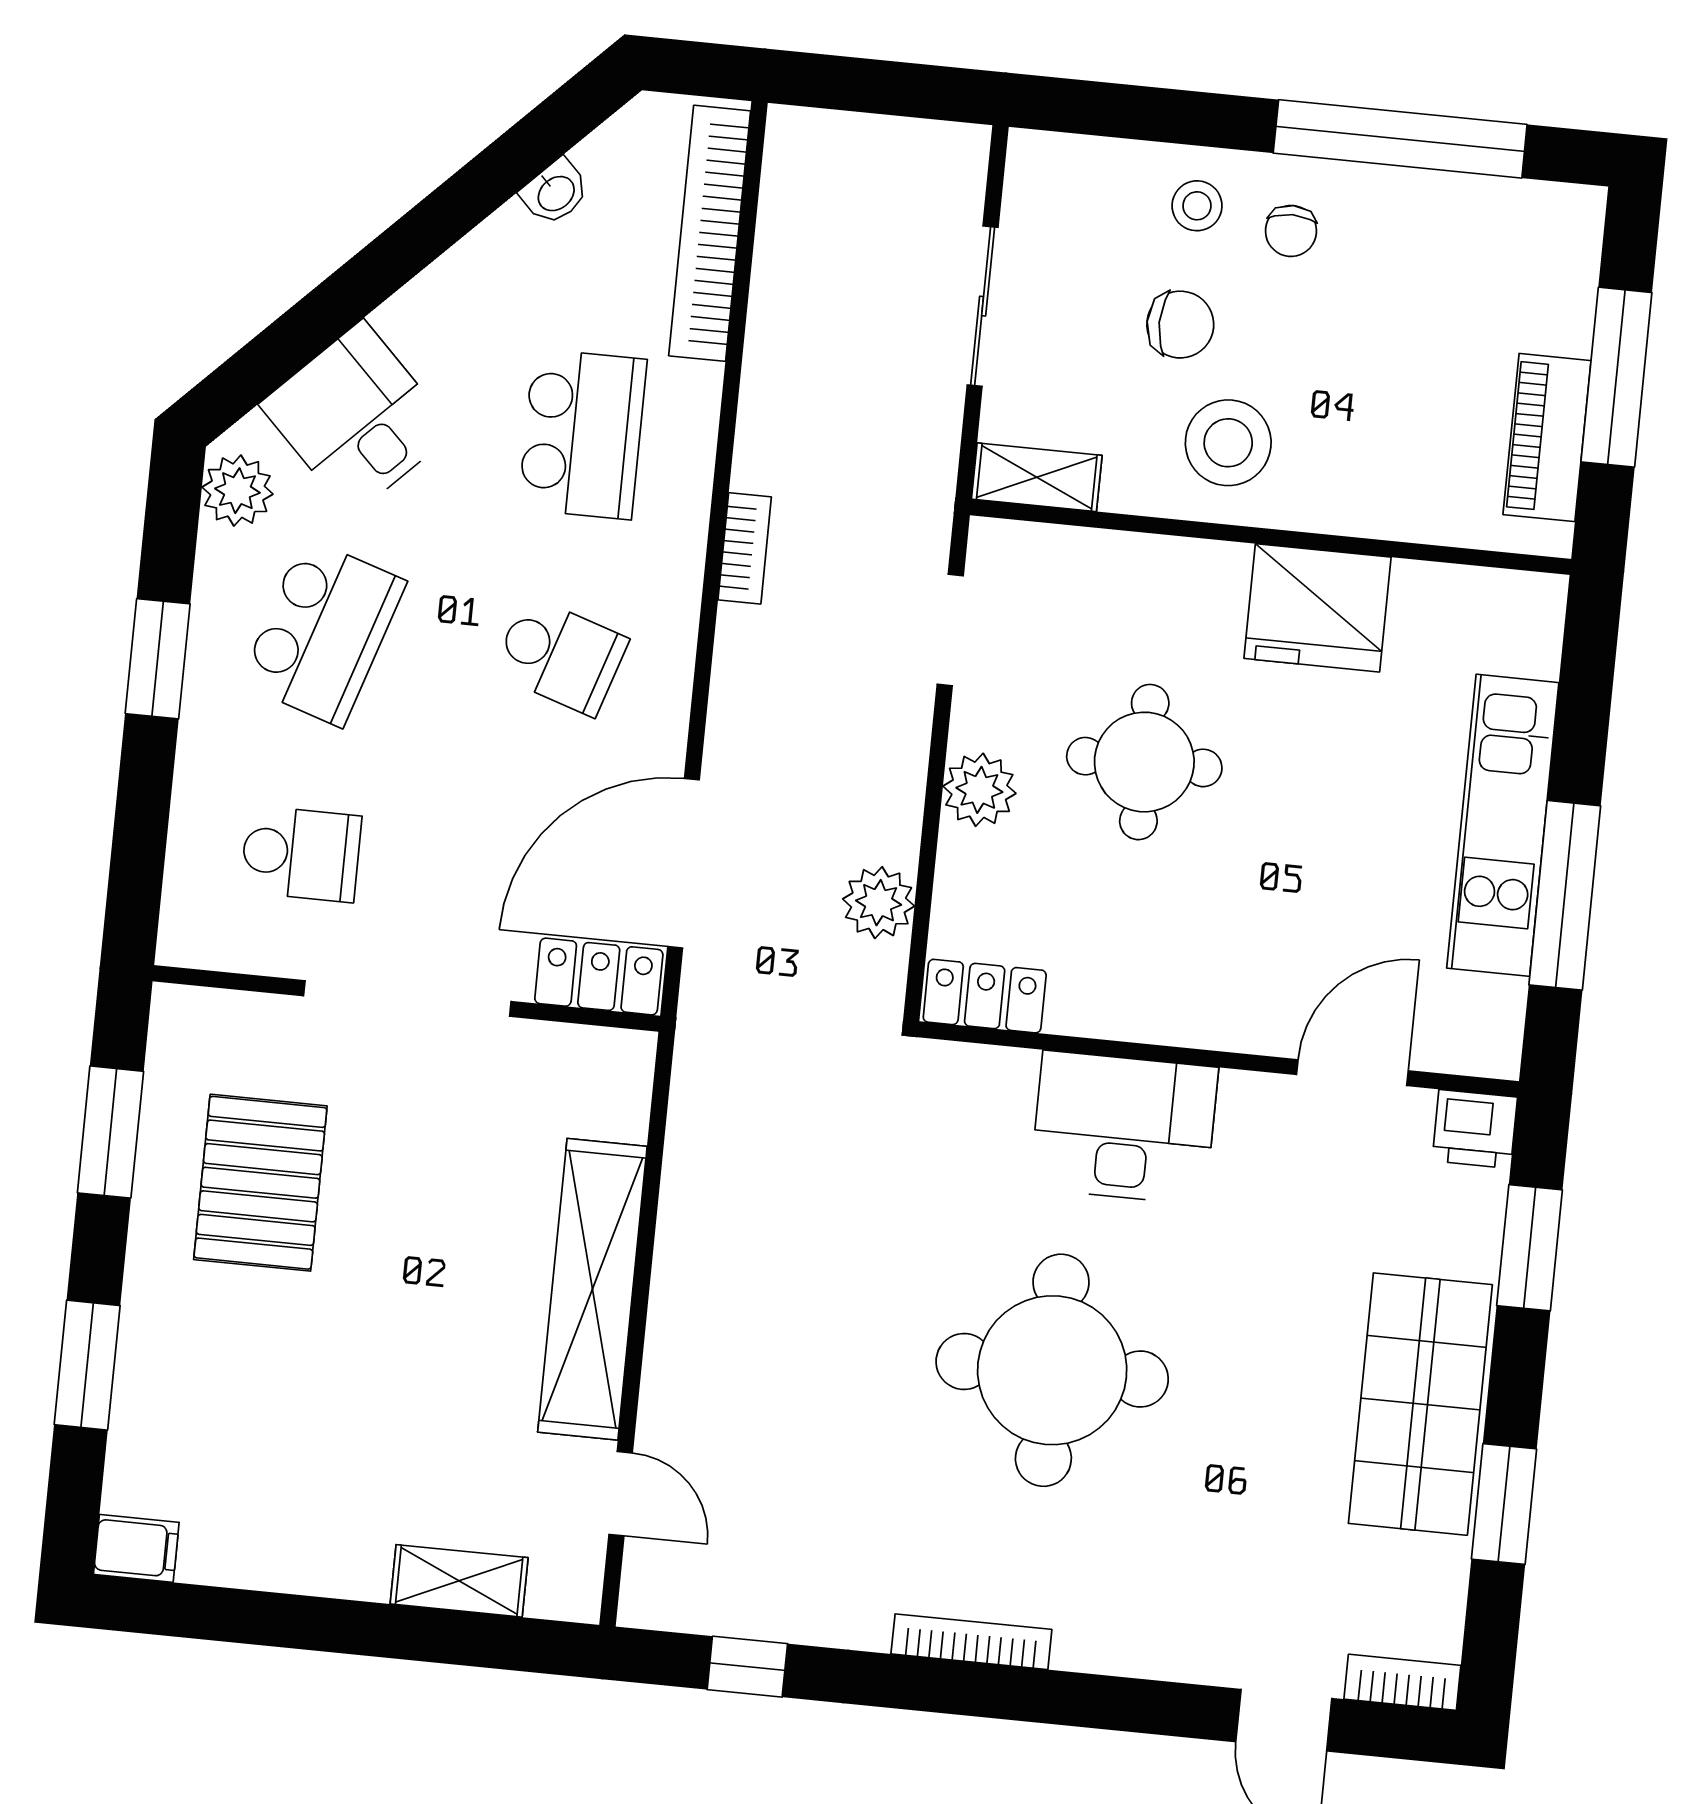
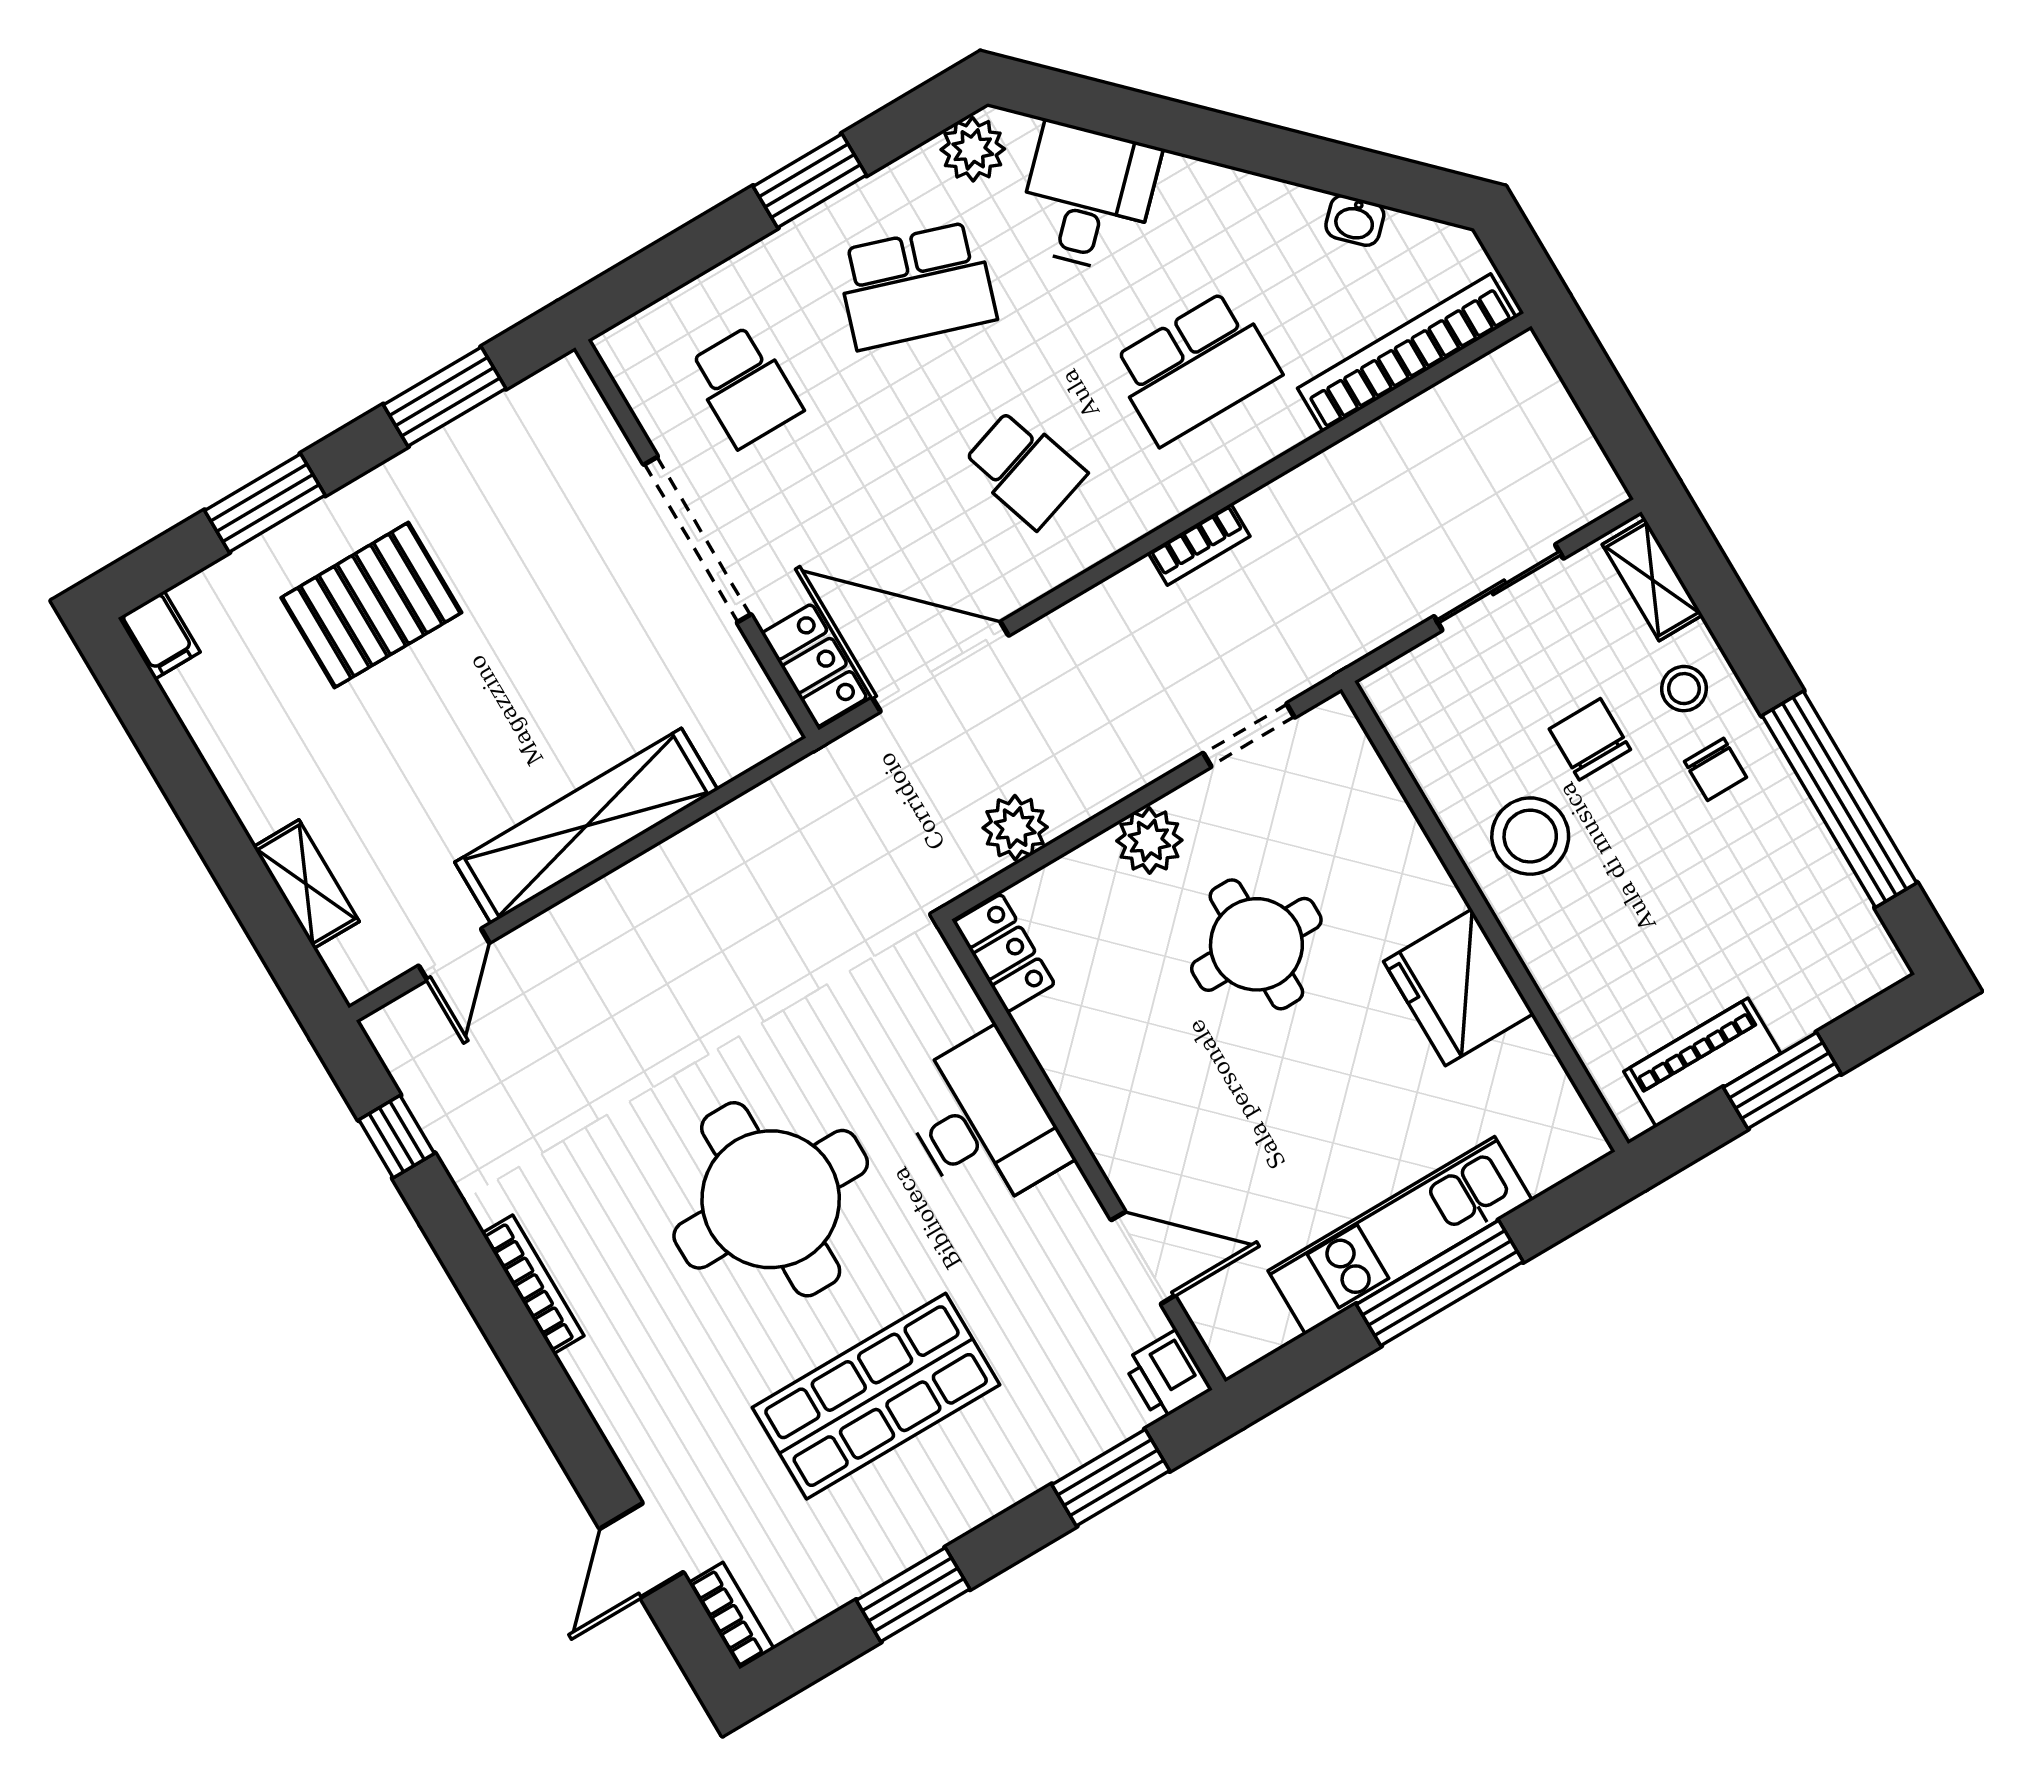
chair: (1291, 231) -> (1716, 769), turned -90
chair: (1180, 325) -> (1590, 739), turned 180
window: (1616, 377) -> (1782, 1081), width x0.69
shelving: (1037, 477) -> (1652, 580), moved
school desk: (560, 656) -> (1024, 469), turned -36
window: (1565, 895) -> (1440, 1283), moved
pallet: (260, 1183) -> (371, 605), moved
shop shelf: (1420, 1404) -> (876, 1396), moved

